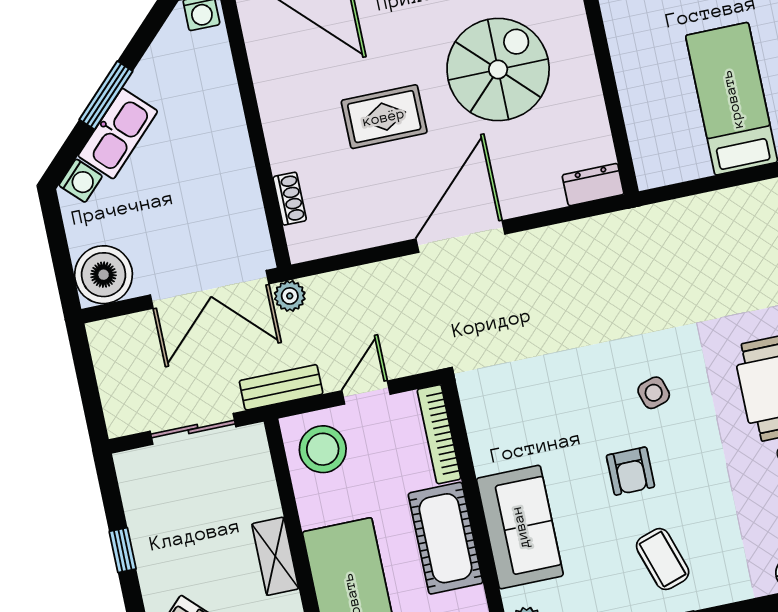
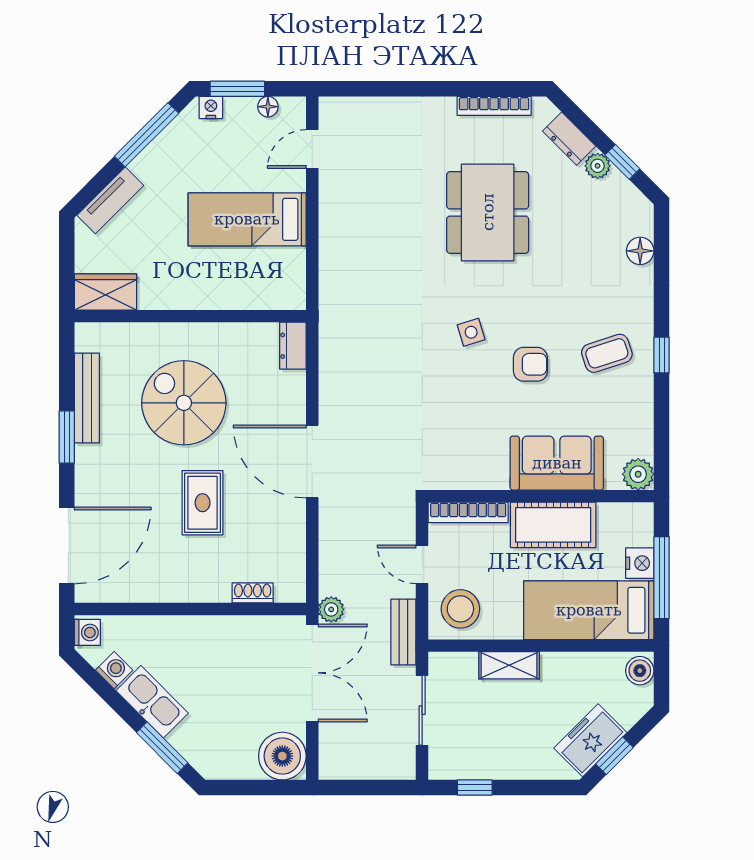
window: (106, 95) -> (162, 748), moved
kitchen sink: (118, 134) -> (152, 702), moved
washing machine: (81, 181) -> (114, 670), moved
window: (123, 550) -> (475, 787), moved
shelving: (275, 556) -> (509, 665), moved

